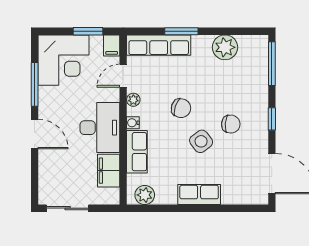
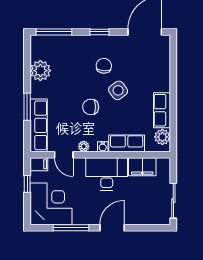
window: (88, 31) -> (27, 184), width x0.67
chair: (181, 108) -> (91, 107), turned -108
row of seats: (199, 195) -> (162, 110), moved

